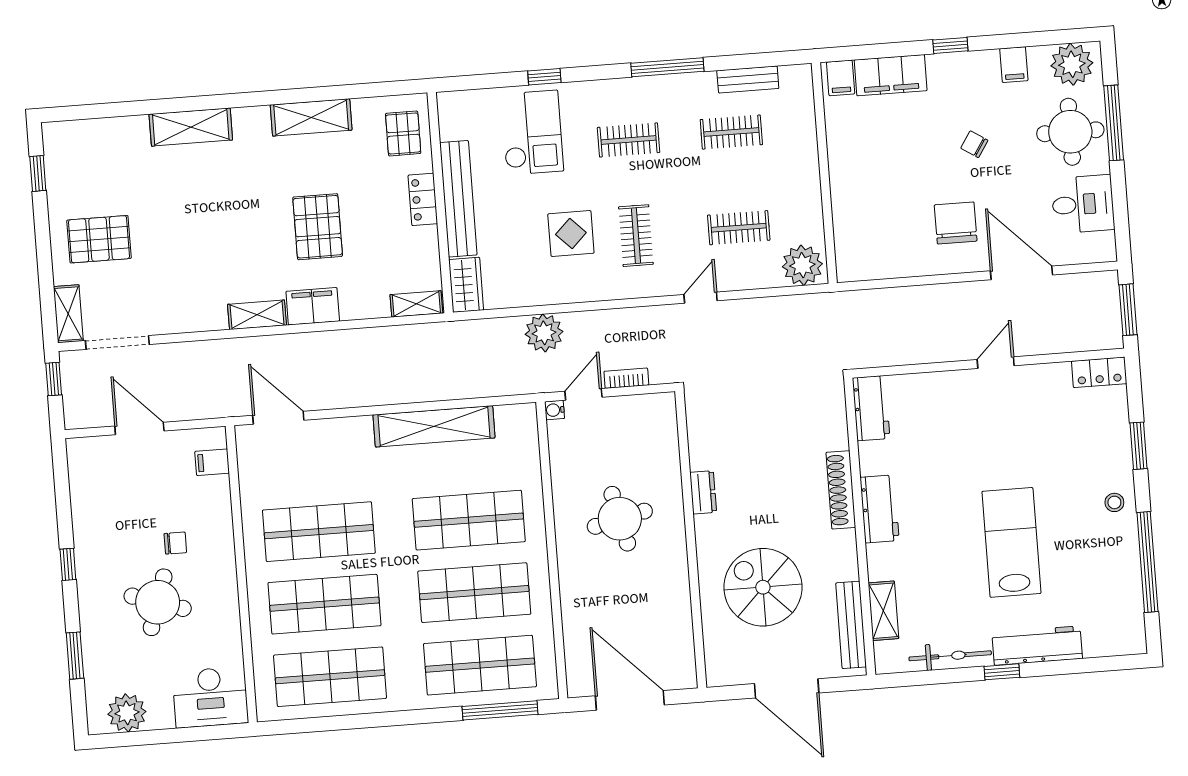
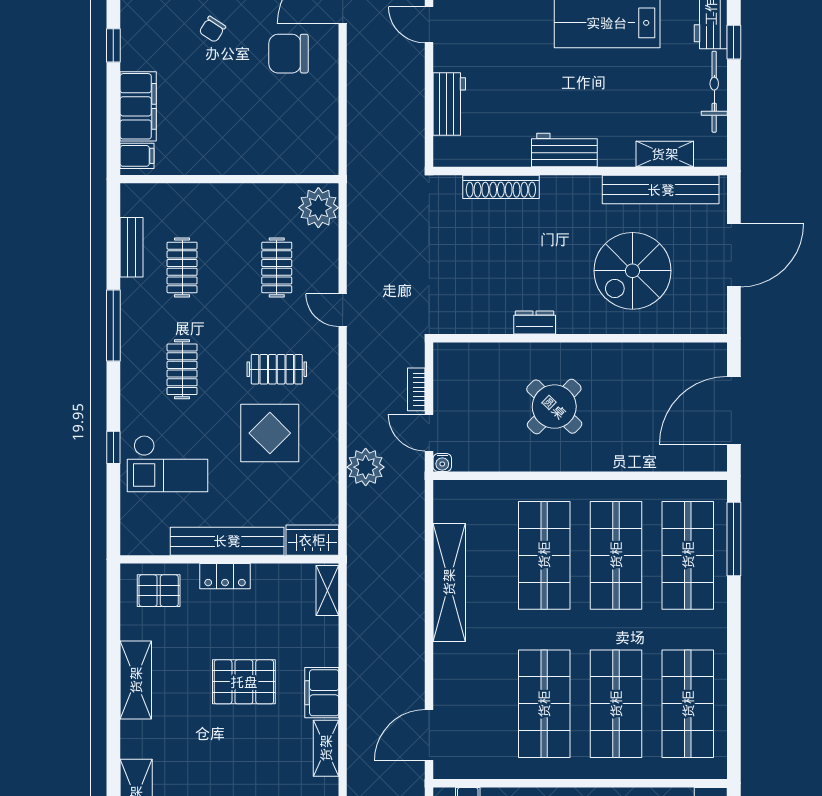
checkout: (532, 133) -> (167, 464), turned 180
display table: (571, 233) -> (270, 433), width x1.36, depth x1.36
workbench: (871, 408) -> (449, 104), moved, turned 90
shoe rack: (841, 490) -> (501, 187), moved
round table: (620, 519) -> (554, 407), turned -33
bench: (851, 625) -> (661, 190), width x1.37, depth x1.21

